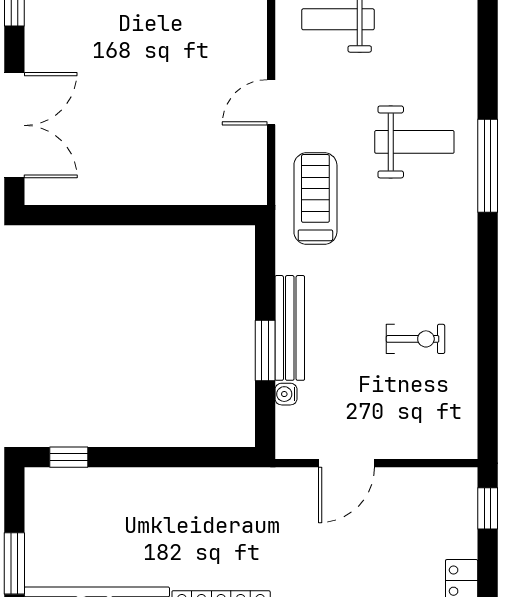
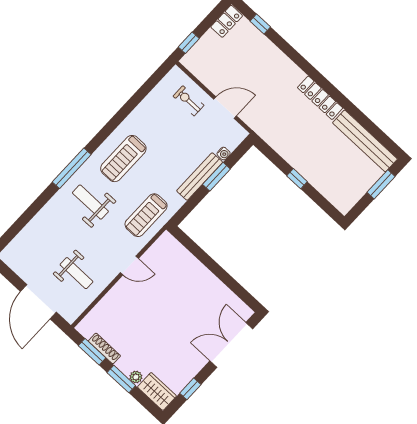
treadmill: (426, 250) -> (123, 159), added
exercise bike: (416, 339) -> (189, 101), moved
window: (69, 457) -> (297, 179), moved

